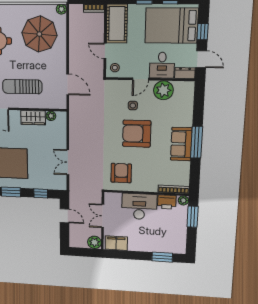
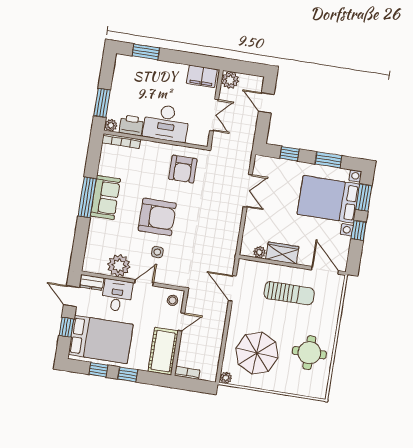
door: (105, 51) -> (181, 322), hinge flipped
door: (64, 216) -> (266, 103), moved

